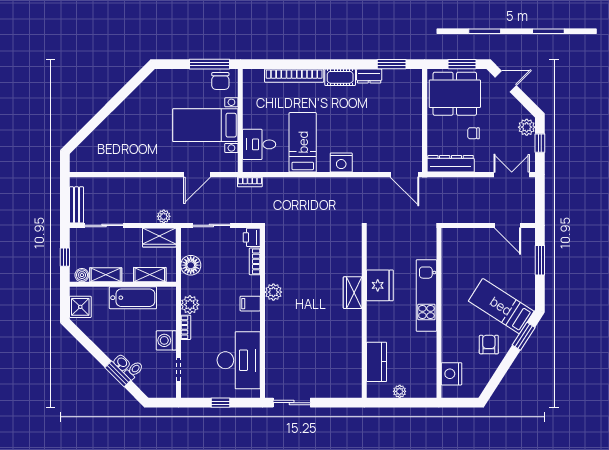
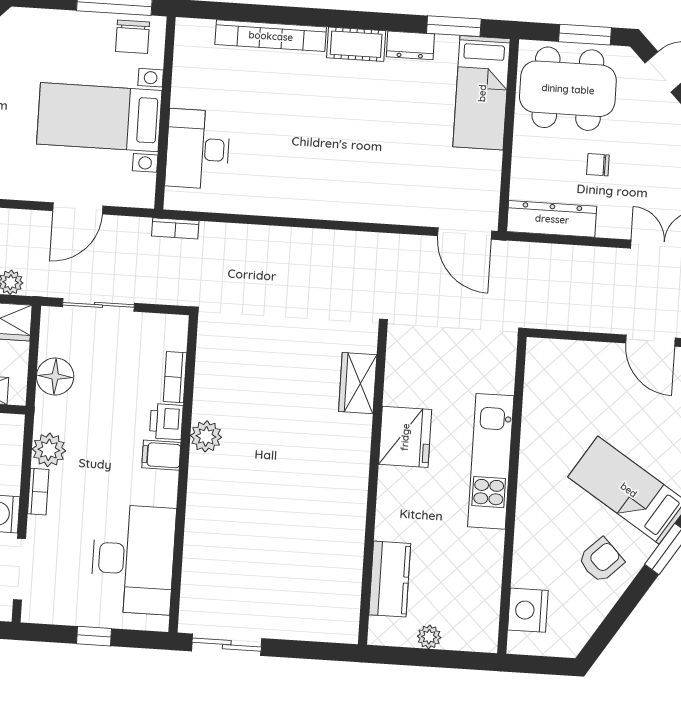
bed: (303, 142) -> (482, 93), moved, turned 180
desk: (259, 144) -> (198, 149), width x1.37
nightstand: (341, 163) -> (348, 203), removed
printer: (252, 237) -> (166, 422), moved
wardrobe: (353, 293) -> (358, 383), moved
armchair: (489, 345) -> (601, 560), turned 46
doorway: (178, 369) -> (20, 569), width x1.38

